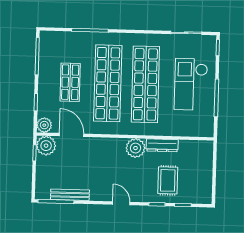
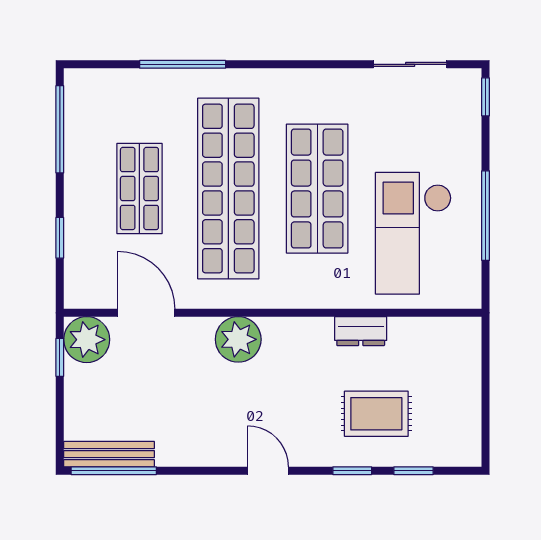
shop shelf: (145, 84) -> (317, 189), width x0.71
checkout: (191, 84) -> (413, 233), moved
plant: (44, 125) -> (81, 291), removed
dresser: (162, 145) -> (361, 331), width x0.70
plant: (135, 148) -> (238, 339), moved
rug: (168, 180) -> (376, 414), turned 90
bench: (70, 195) -> (109, 454), moved

